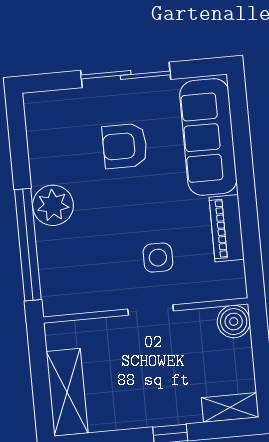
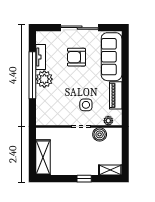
tv unit: (39, 153) -> (41, 57), added
window: (28, 245) -> (32, 75), moved
plant: (215, 290) -> (108, 121), added
boiler: (234, 322) -> (100, 134), moved

